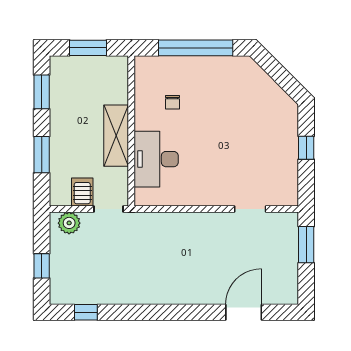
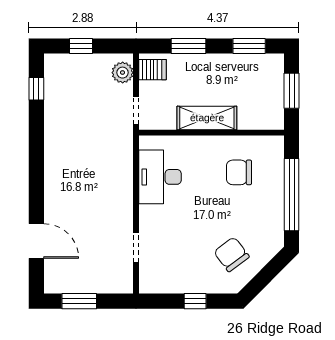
chair: (173, 102) -> (239, 172), width x1.87, depth x1.87
chair: (257, 110) -> (231, 254), added
desk: (156, 159) -> (160, 177), moved, turned -90
server rack: (82, 192) -> (152, 70), moved
window: (306, 245) -> (79, 301), moved

